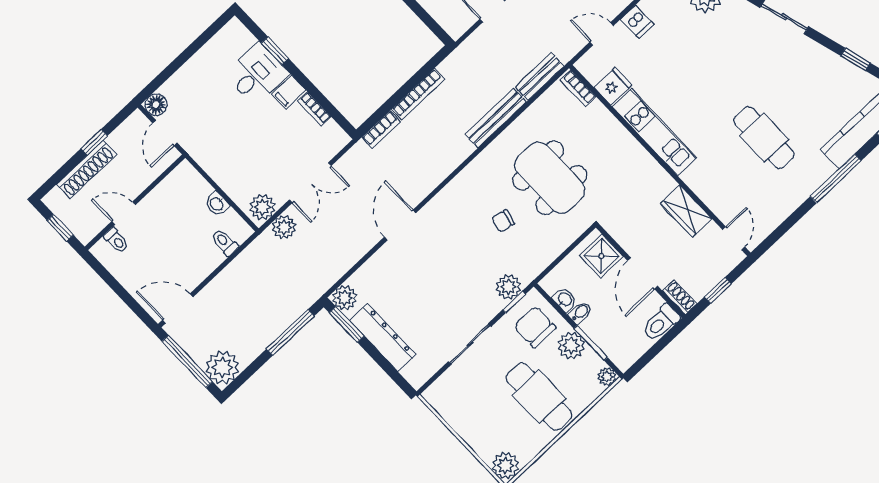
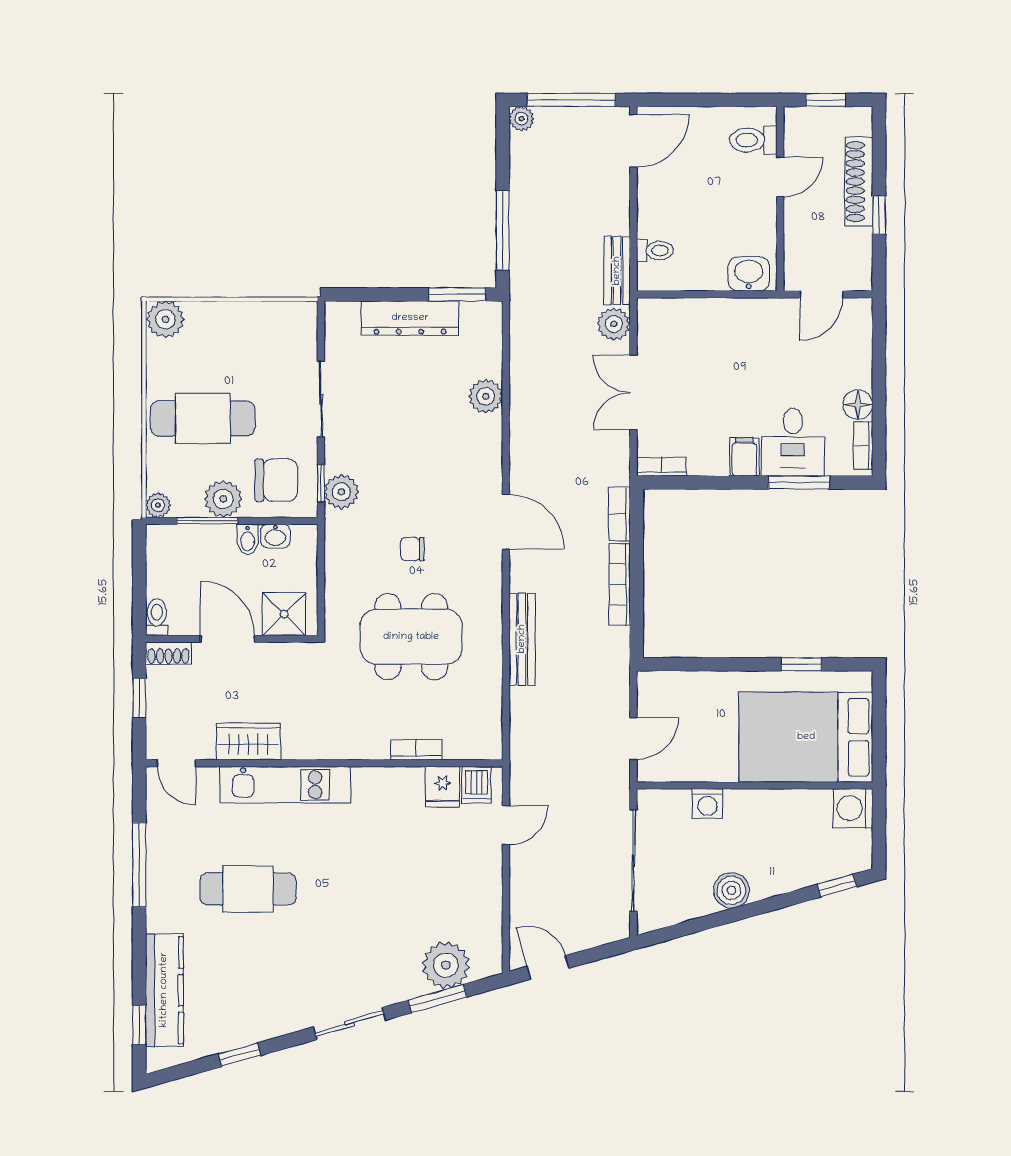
dishwasher: (637, 22) -> (477, 785), moved, turned -90
bookcase: (224, 35) -> (863, 446), added
window: (275, 51) -> (799, 483), width x1.50
bench: (540, 76) -> (617, 271), moved
bookcase: (578, 88) -> (416, 750), moved
floor lamp: (156, 105) -> (858, 405), moved
bookcase: (314, 109) -> (662, 467), moved
kitchen unit: (654, 132) -> (285, 785), moved
door: (165, 133) -> (821, 294), swing flipped
window: (836, 179) -> (139, 865), moved
washbasin: (217, 204) -> (749, 274), moved, width x1.38, depth x1.45
plant: (262, 207) -> (655, 322), removed
chair: (503, 221) -> (412, 549), turned -103
door: (400, 225) -> (506, 522), moved
toilet: (116, 240) -> (753, 140), width x1.37, depth x1.39
plant: (345, 298) -> (486, 396), moved
toilet: (661, 323) -> (157, 617), width x0.73, depth x0.72
plant: (222, 367) -> (521, 119), width x0.53, depth x0.53

